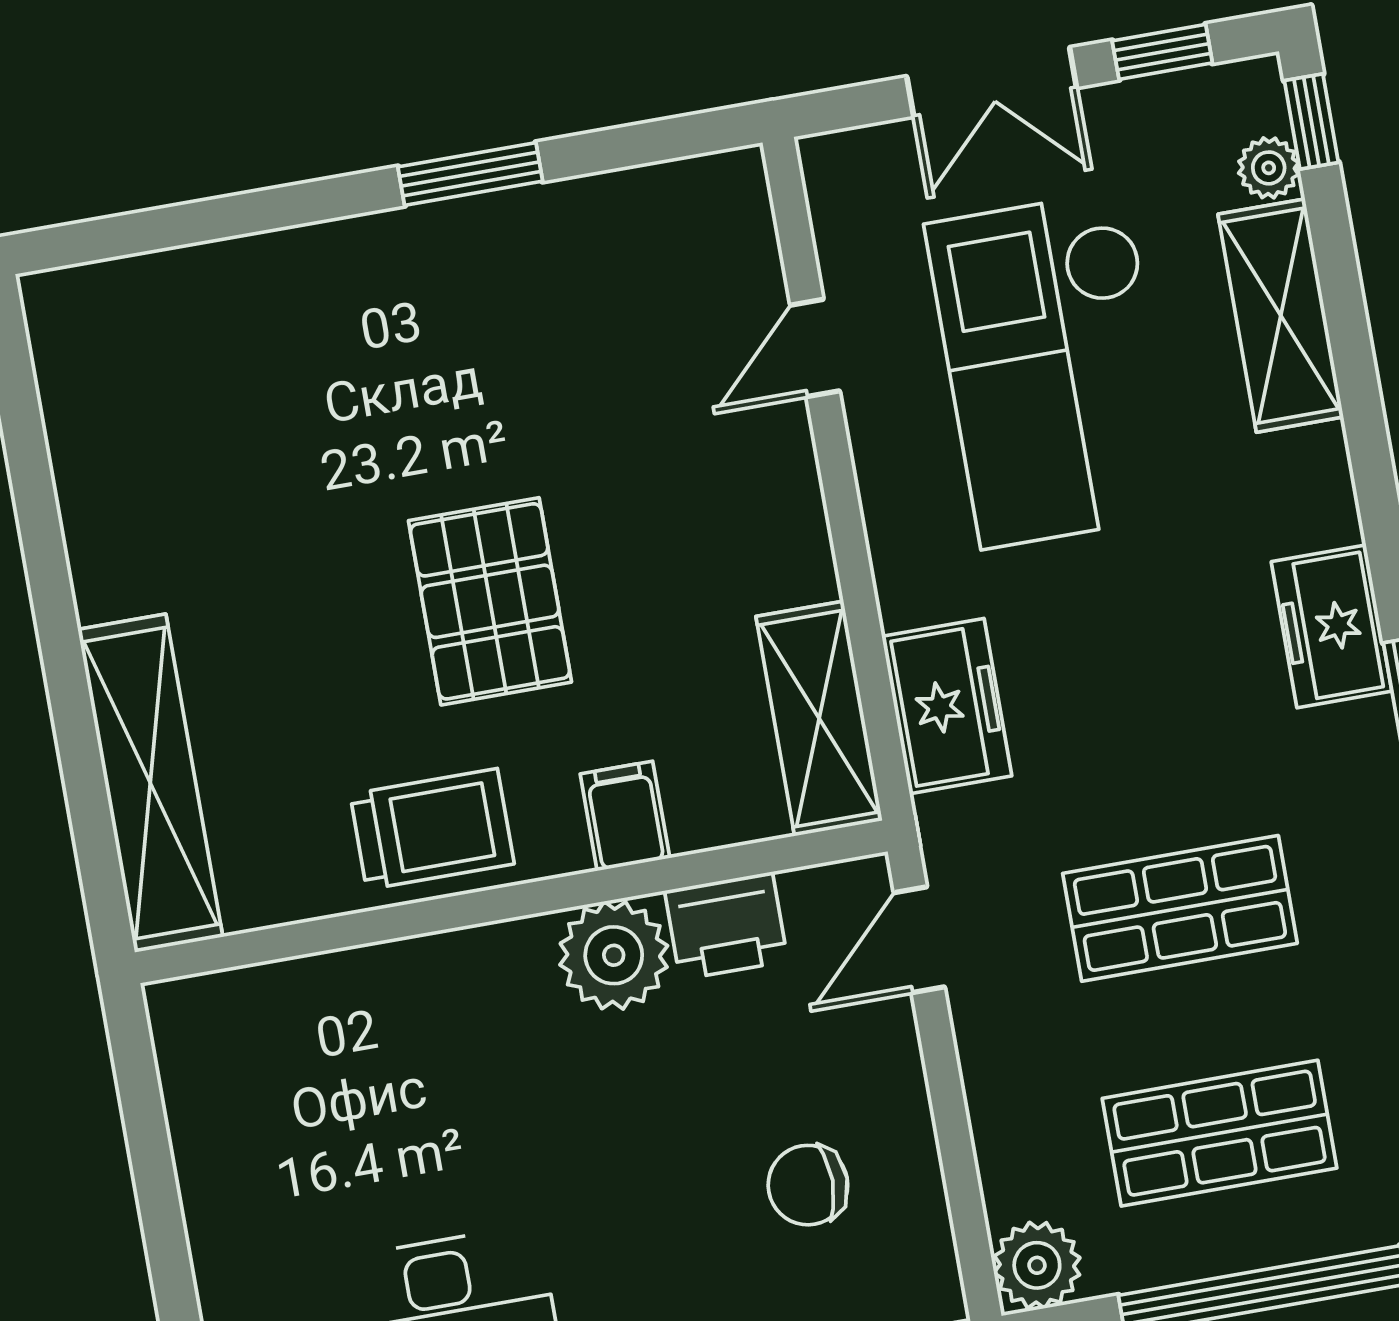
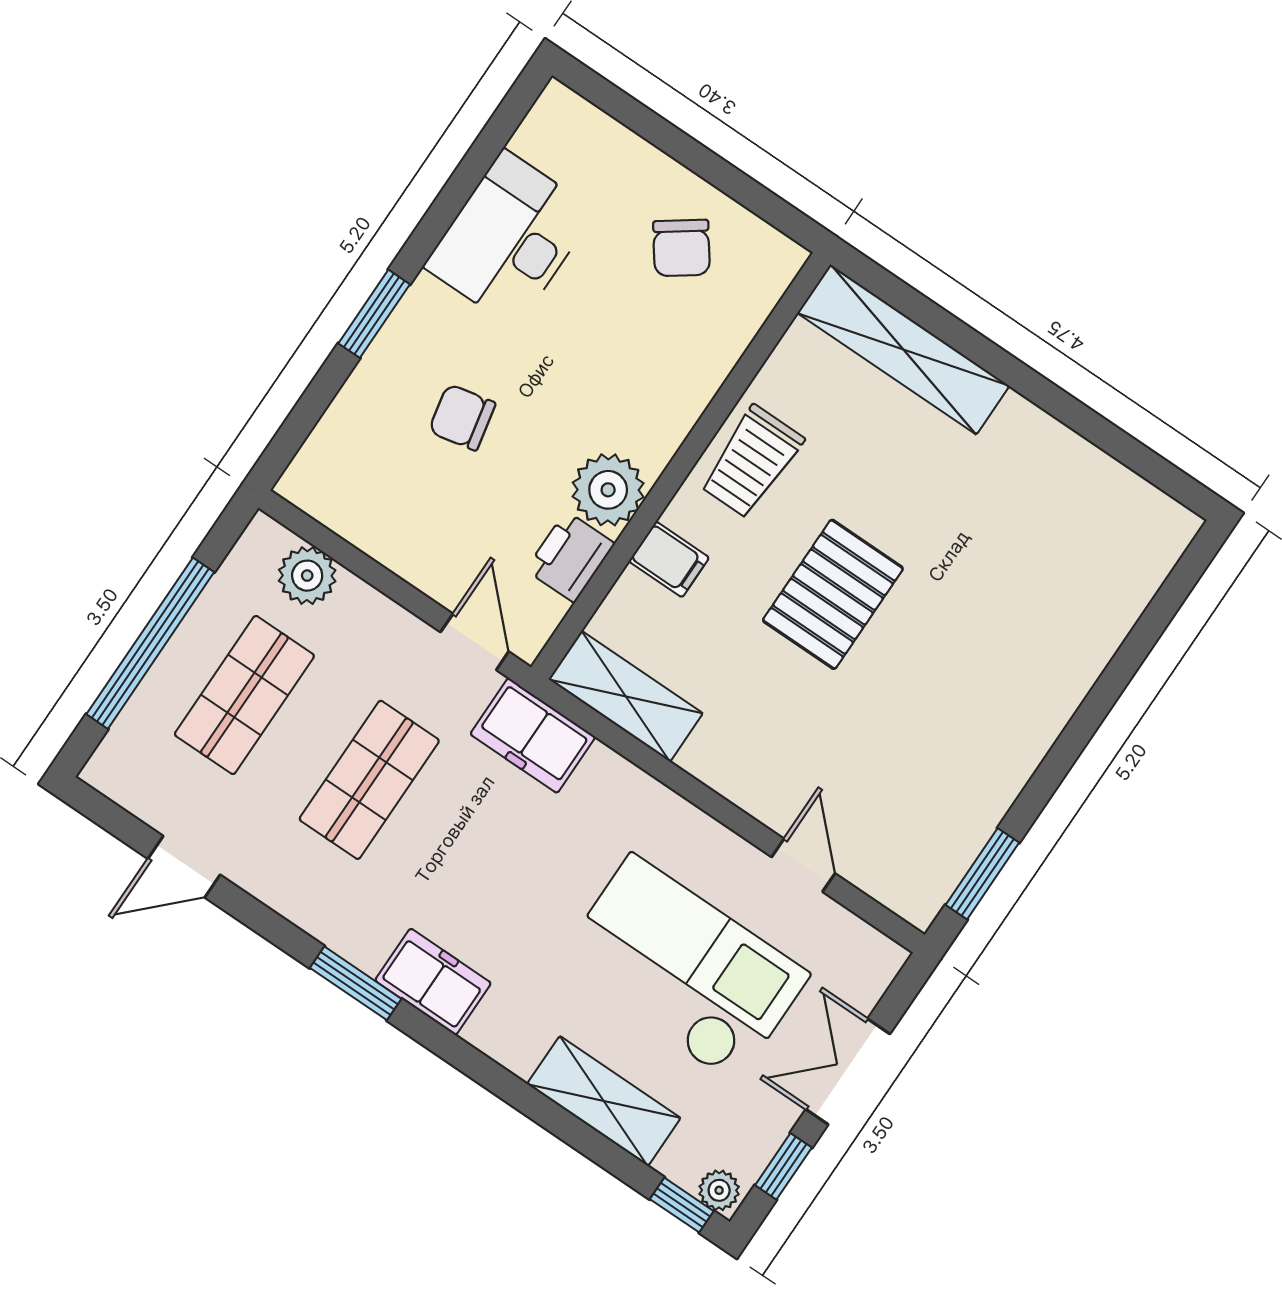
plant: (1269, 168) -> (719, 1190), moved
window: (470, 174) -> (982, 874), moved
pallet: (490, 601) -> (833, 594), turned 90
freezer: (947, 706) -> (533, 735), moved
chair: (274, 1131) -> (681, 248), added
chair: (808, 1185) -> (462, 417), moved, turned -102
plant: (1037, 1265) -> (307, 576), moved

